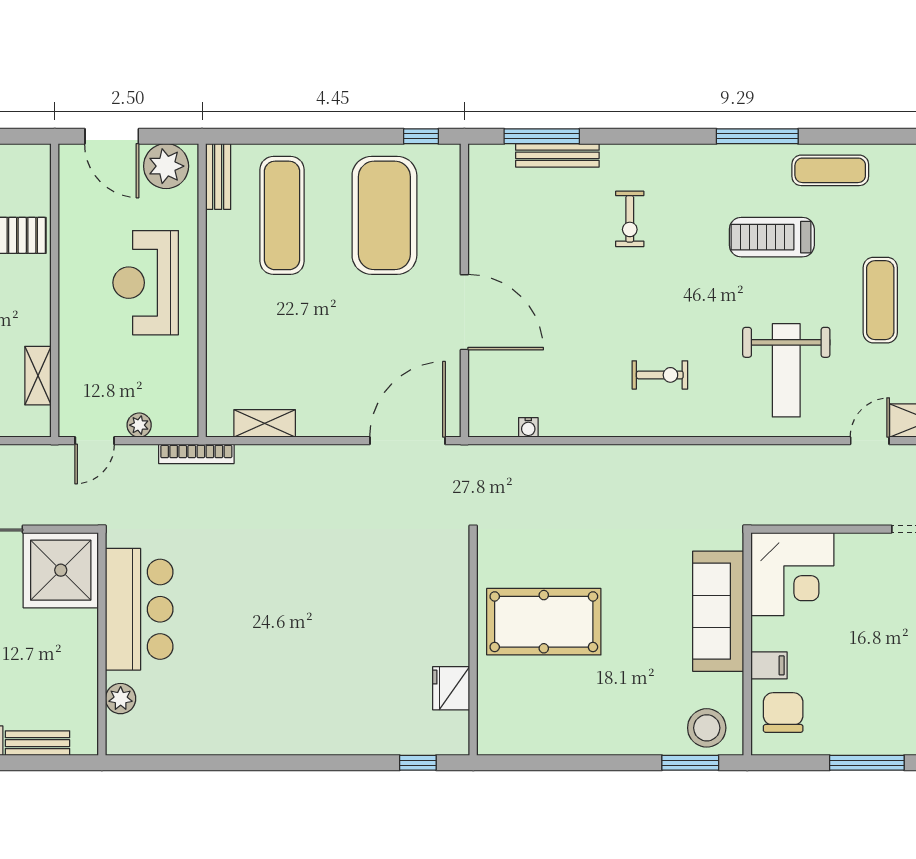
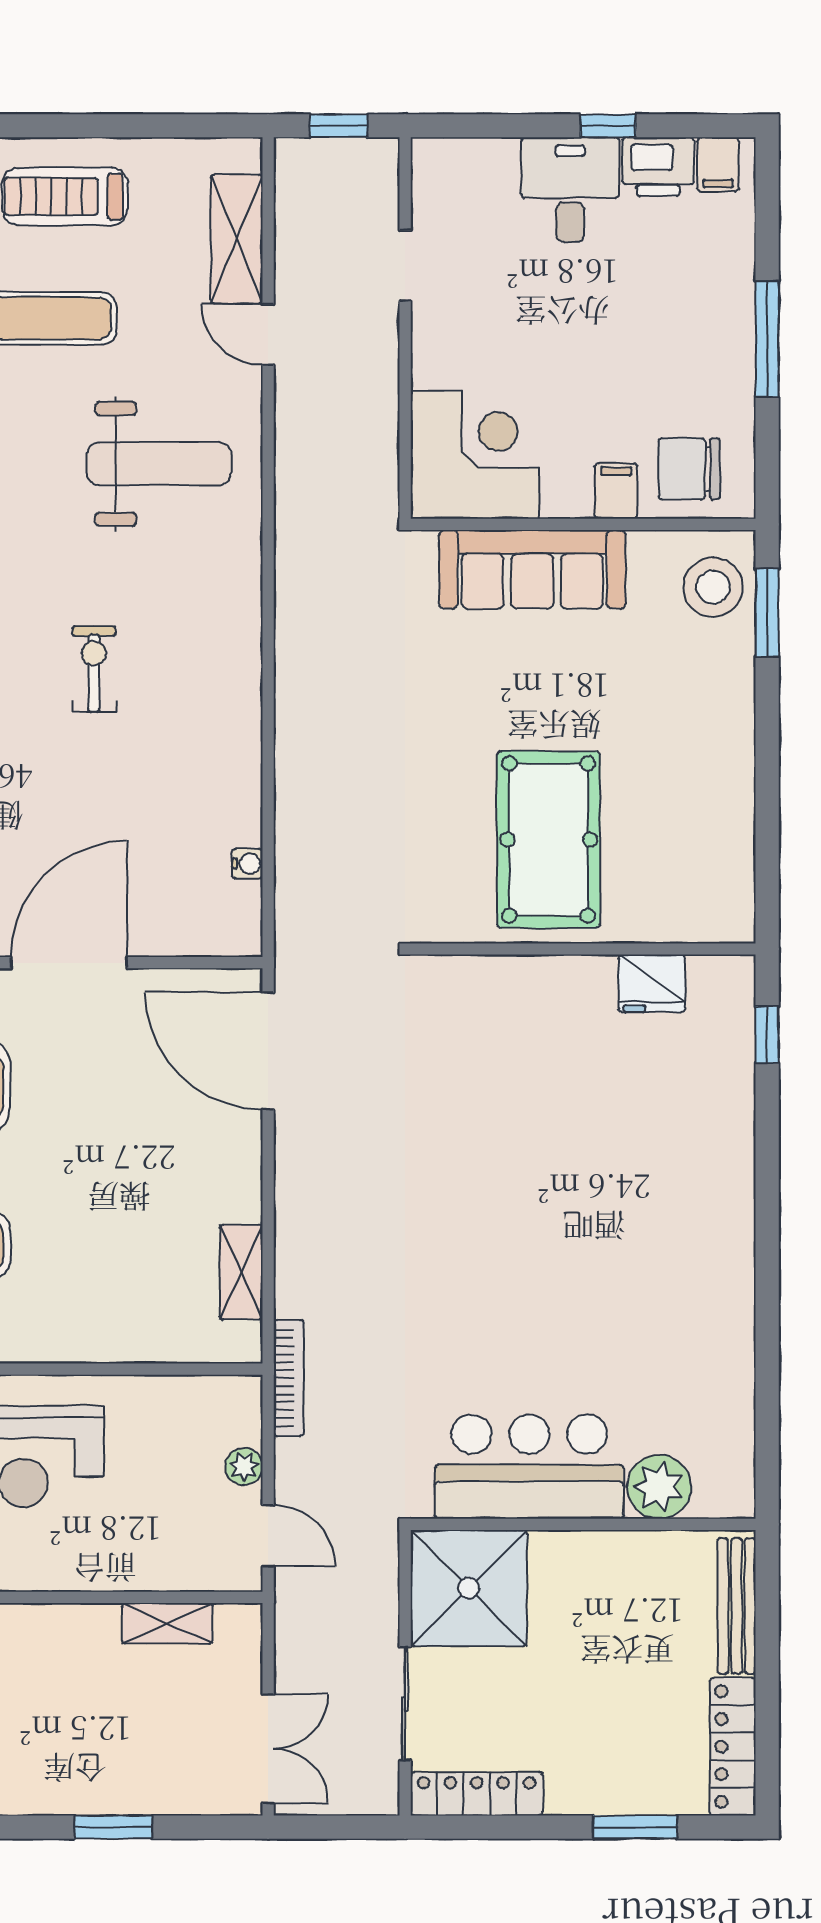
exercise bike: (660, 375) -> (94, 669), moved
plant: (121, 699) -> (659, 1487), width x1.36, depth x1.36
bench: (38, 743) -> (737, 1606), width x1.36

